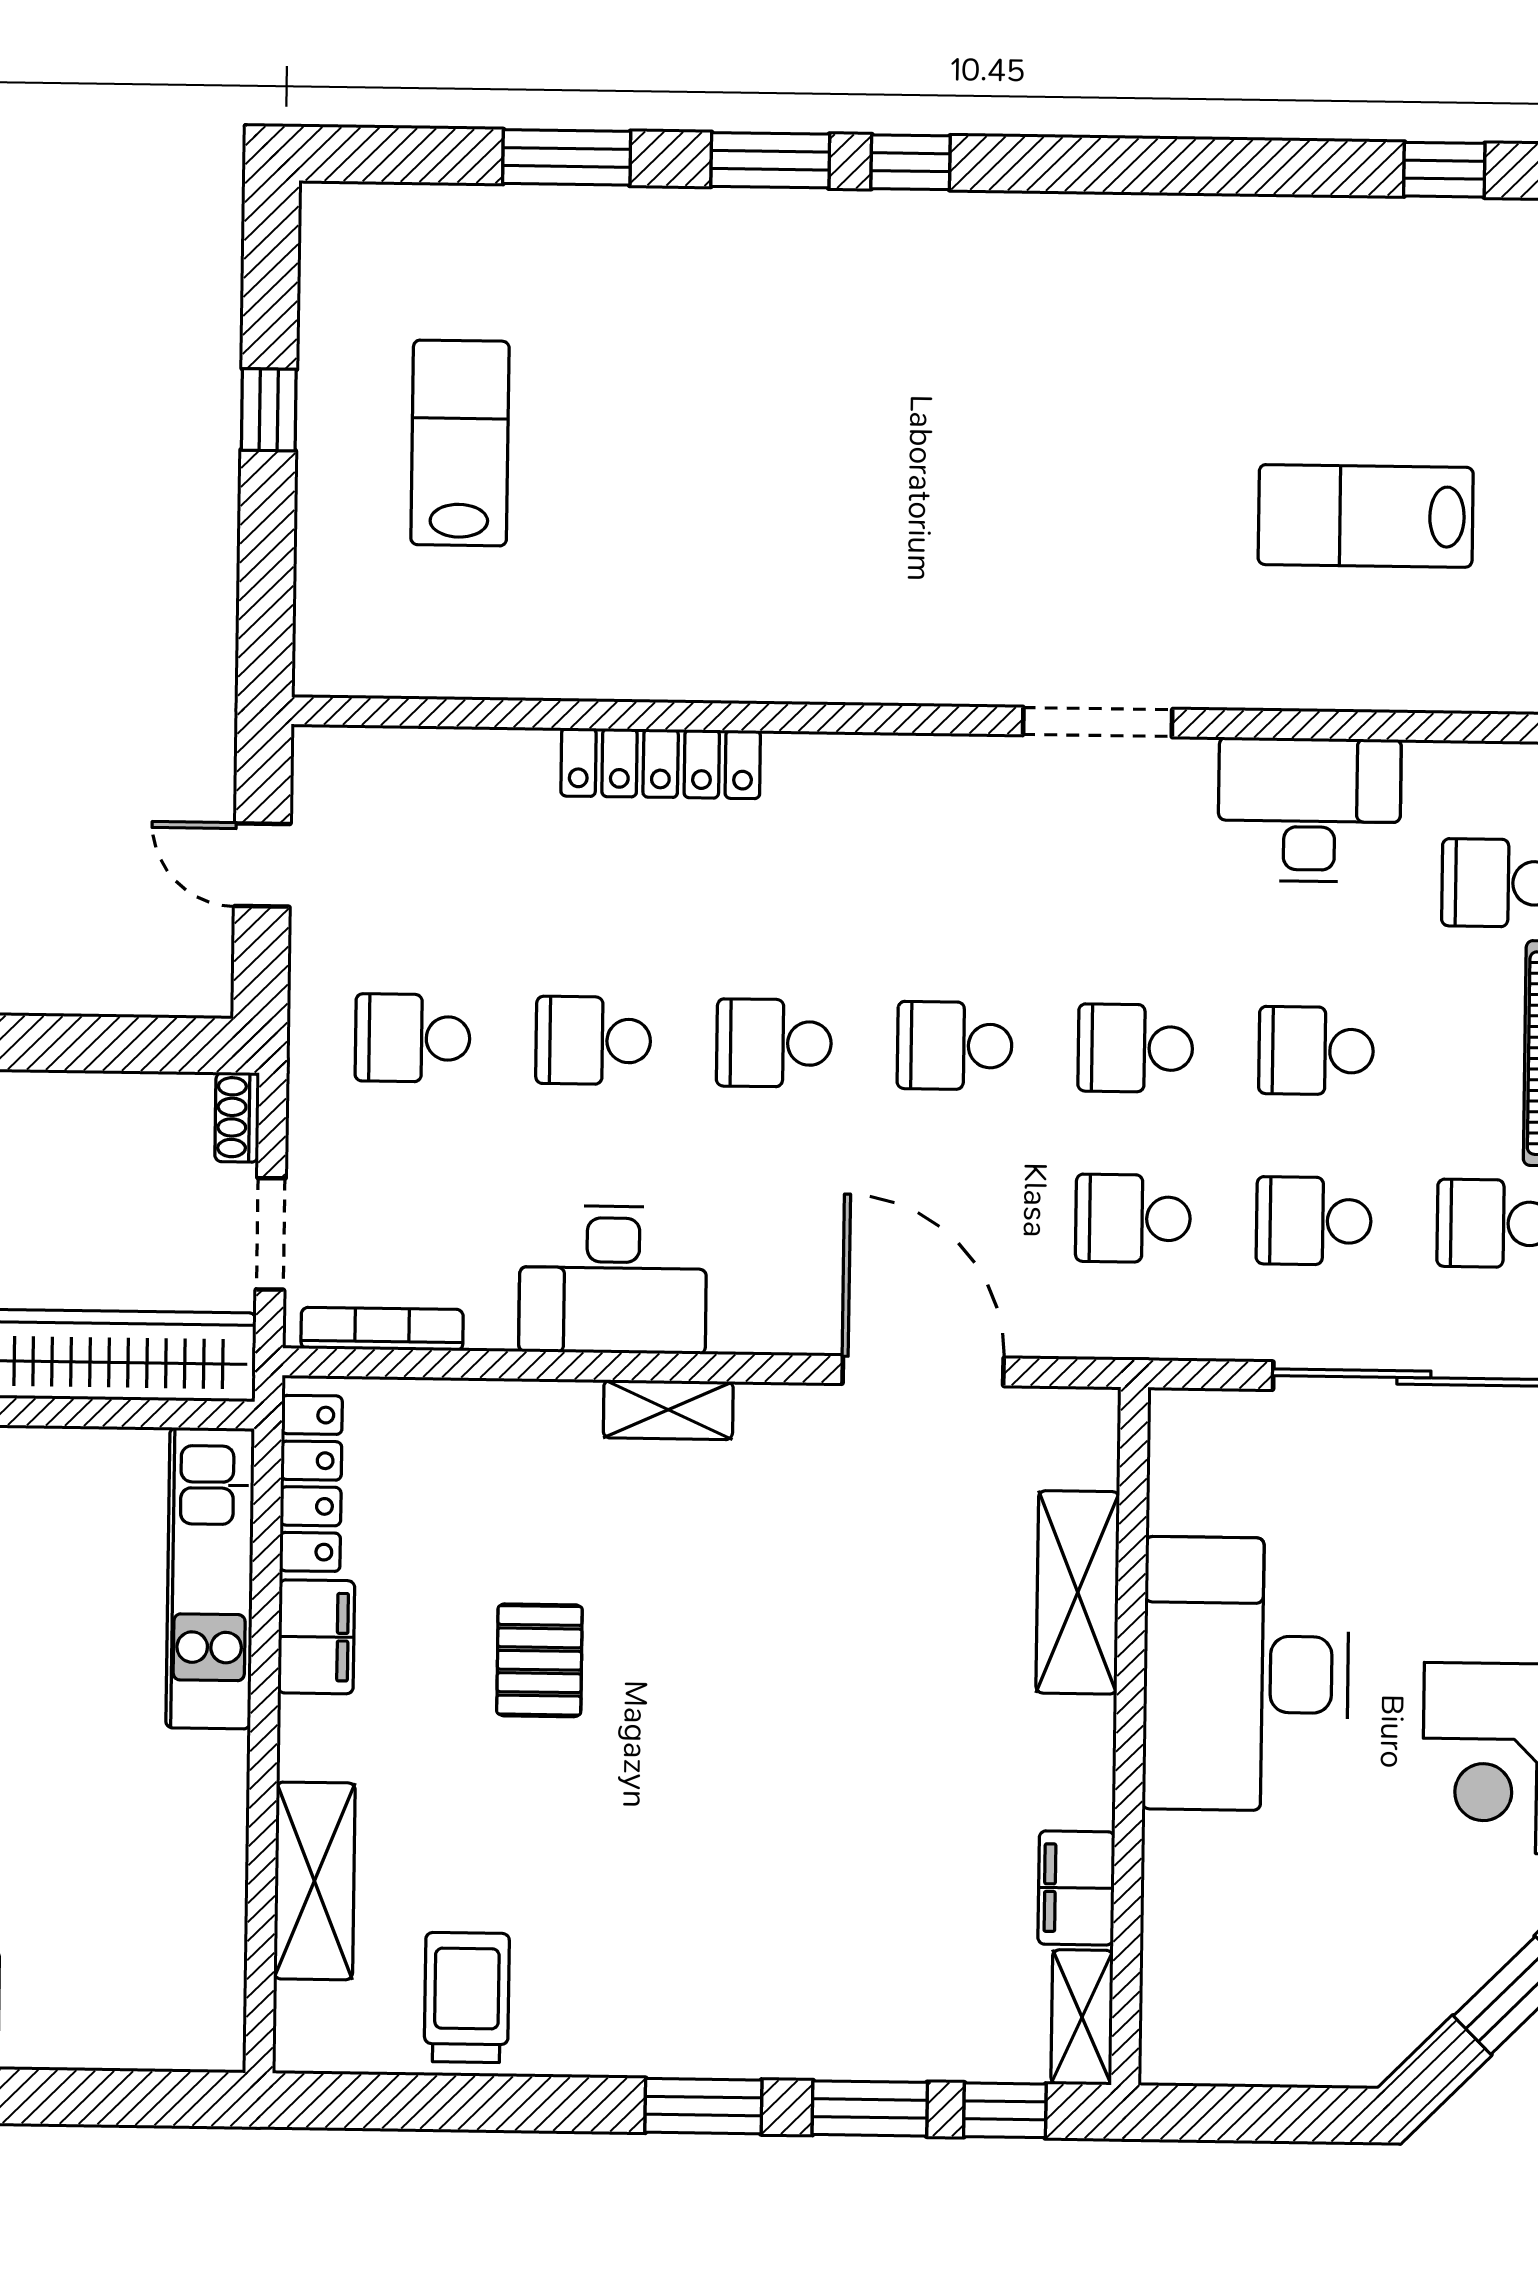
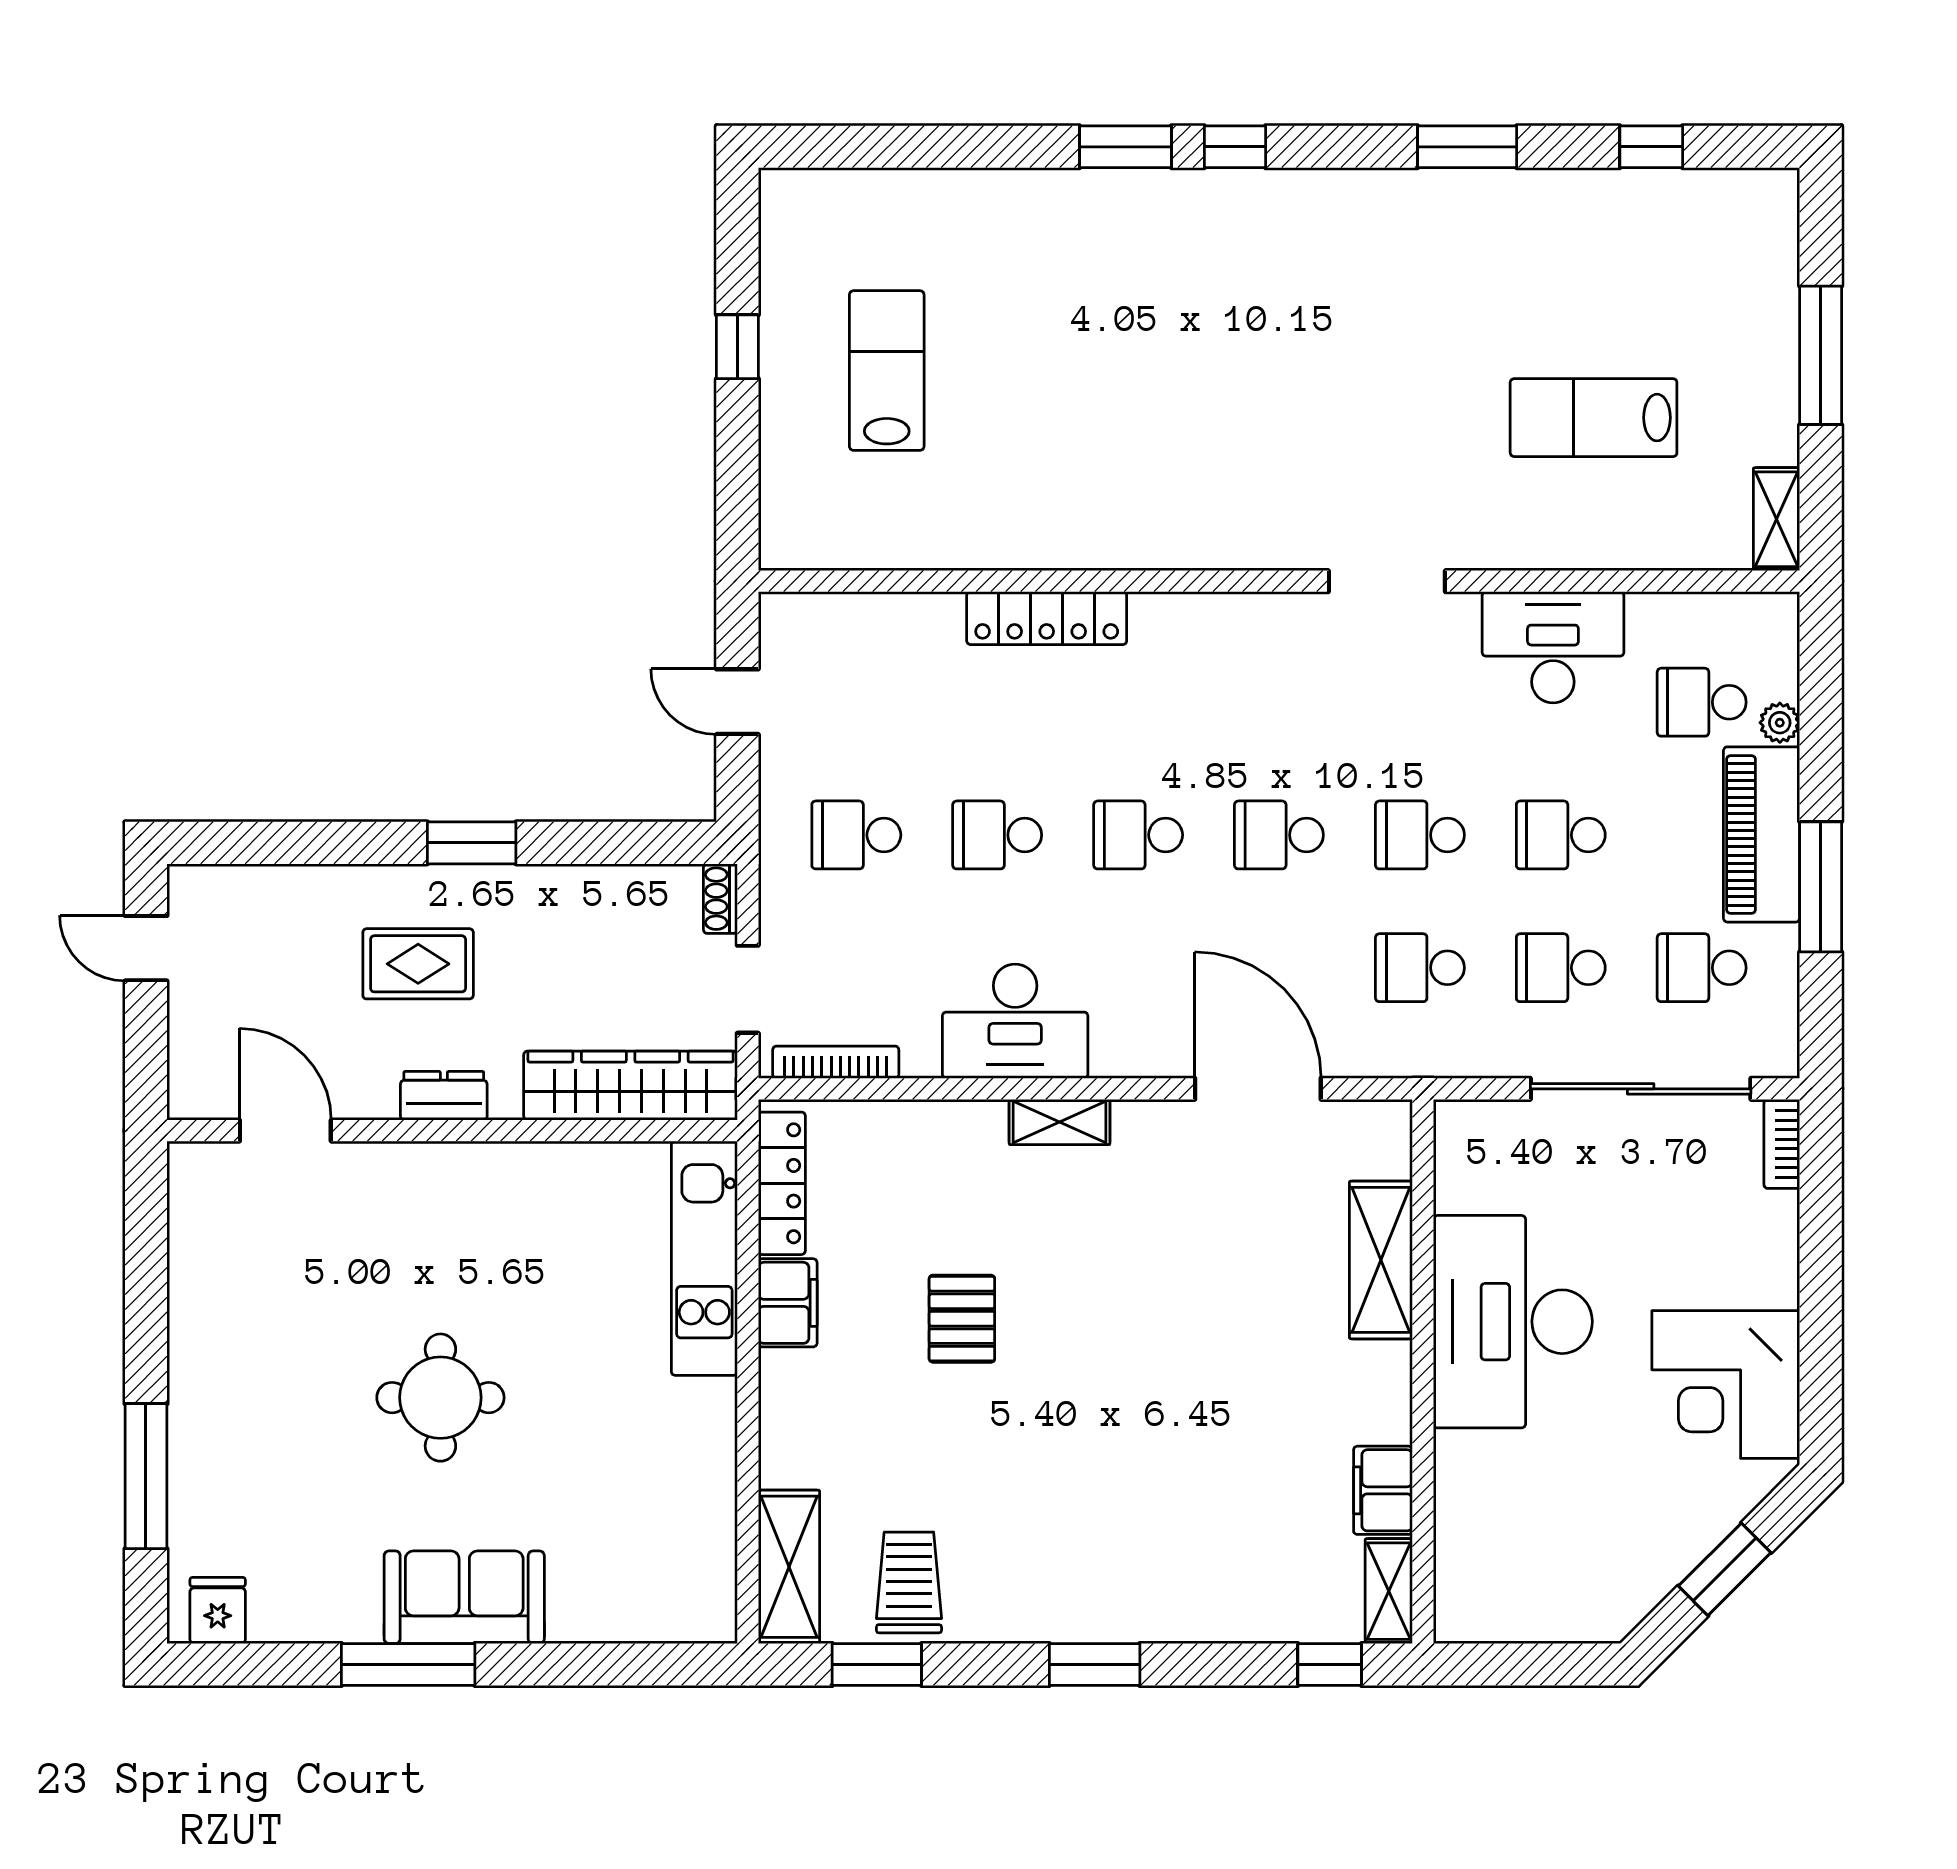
window: (567, 157) -> (1467, 147), moved
shelving: (314, 1881) -> (789, 1567), moved
window: (870, 2108) -> (877, 1664), moved

